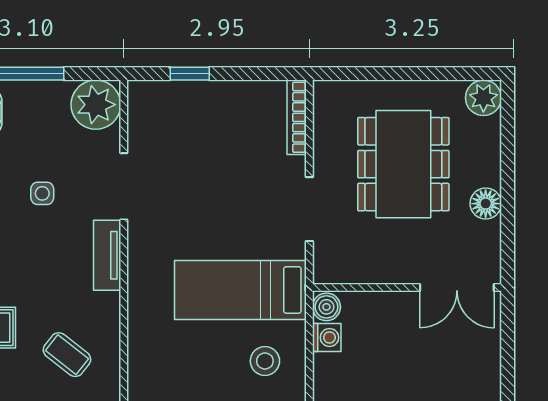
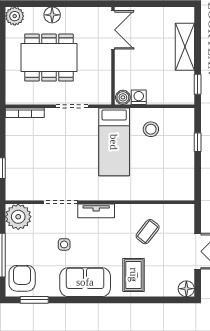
floor lamp: (486, 204) -> (52, 15), moved

